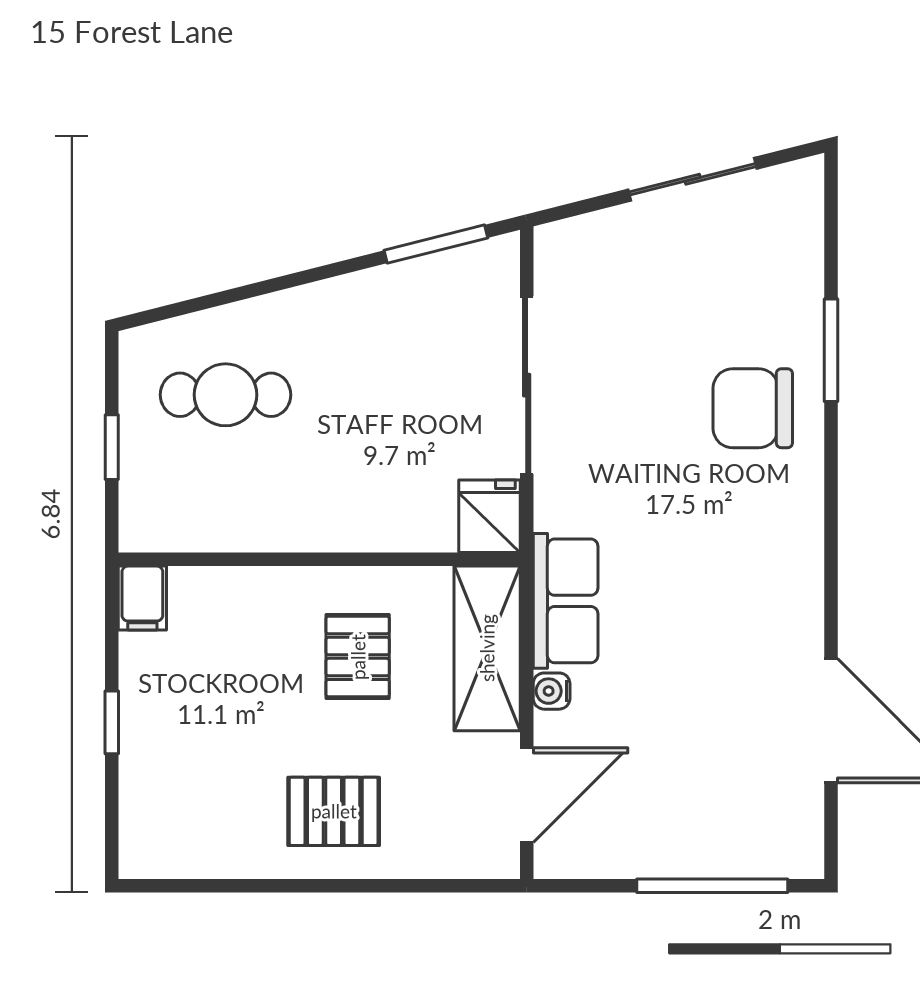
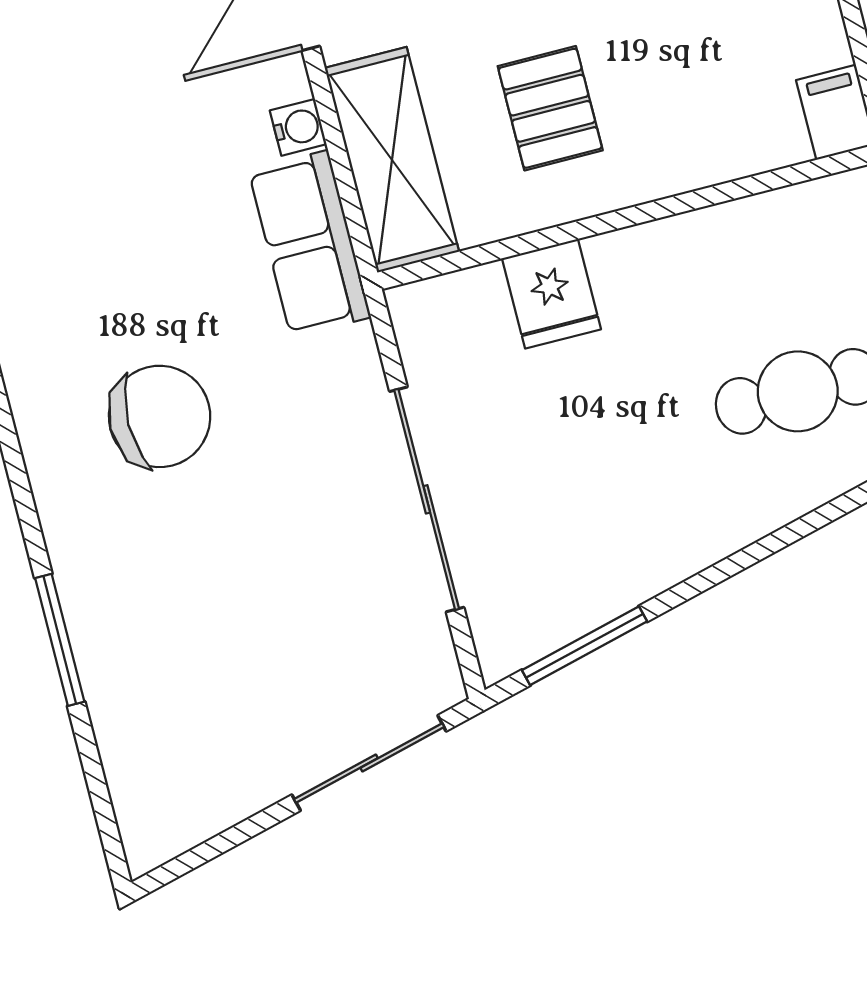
sliding door: (693, 179) -> (369, 763), moved
chair: (753, 408) -> (160, 416), moved
fridge: (489, 516) -> (551, 294), moved

